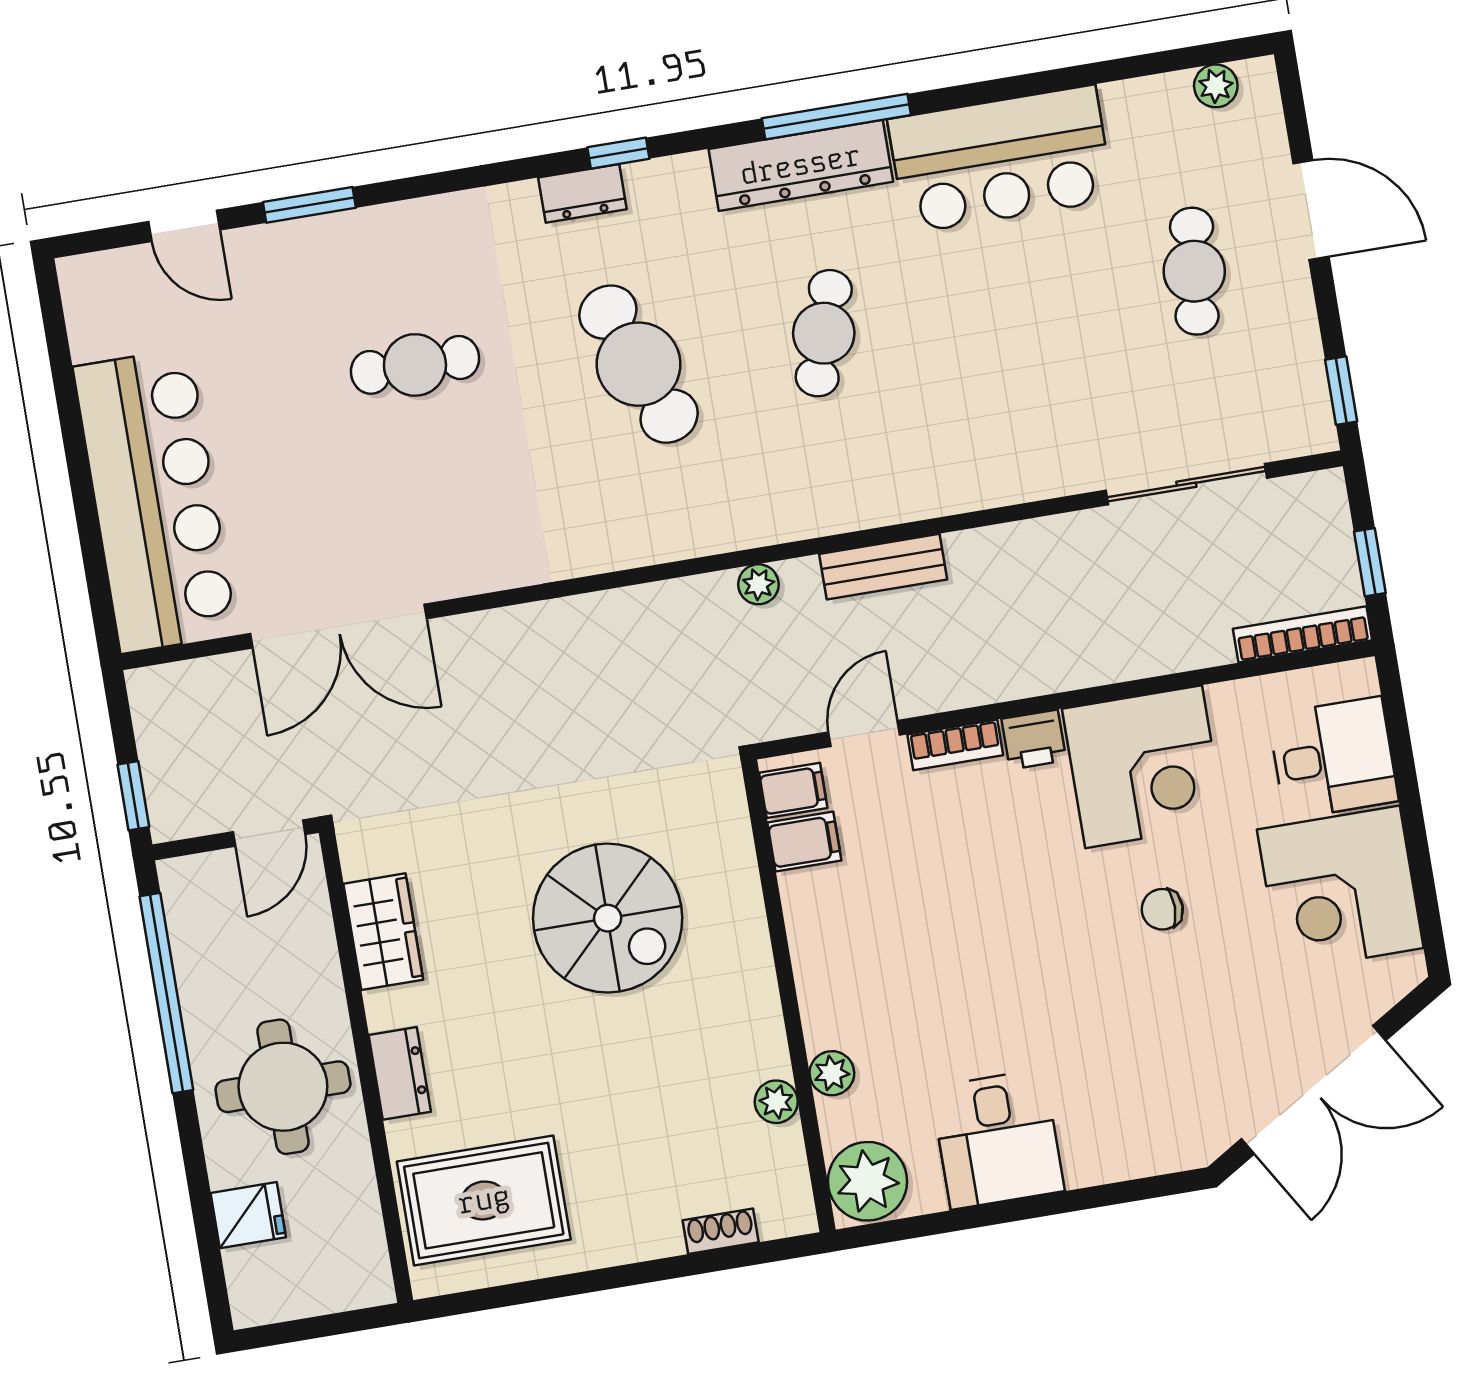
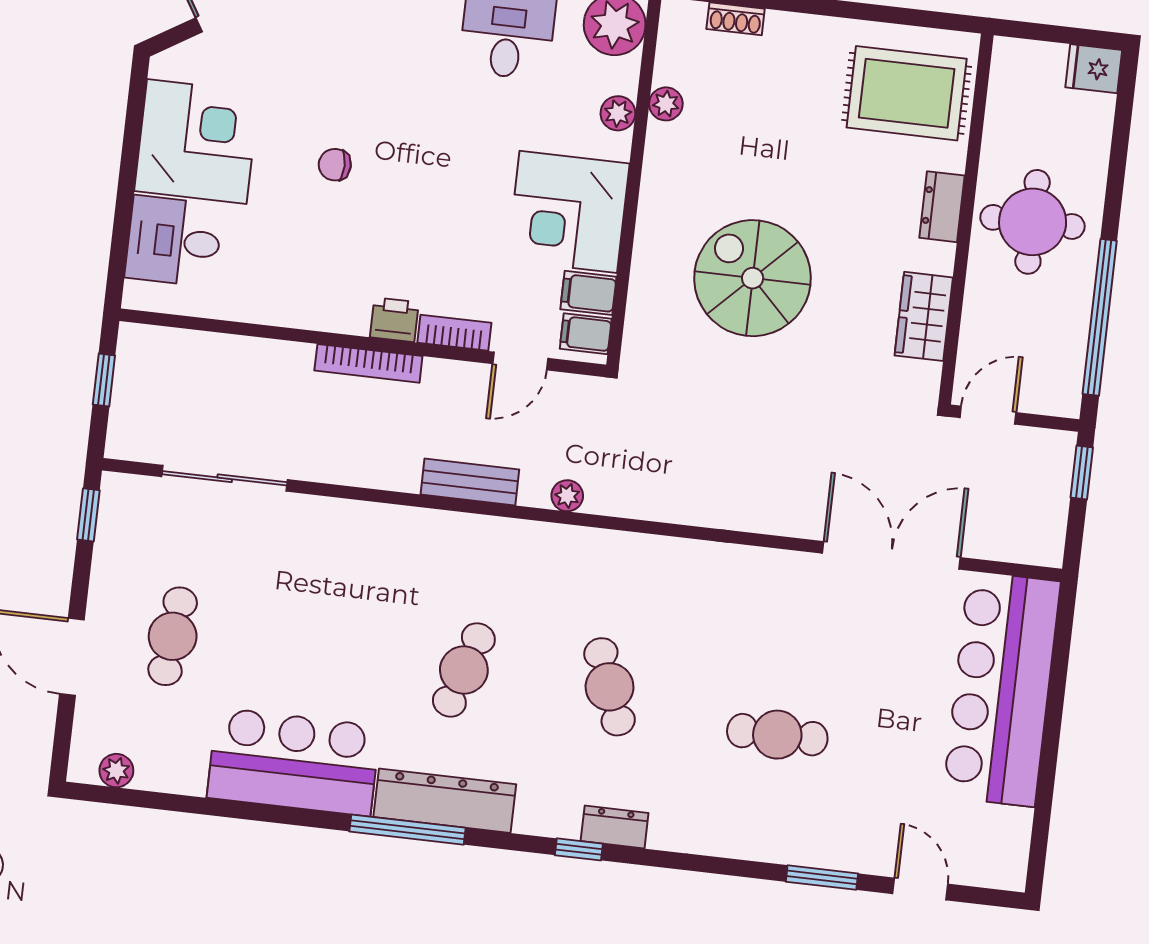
cafe table: (639, 364) -> (610, 687), width x0.73, depth x0.74
bookcase: (1303, 634) -> (368, 363), moved
corner desk: (1144, 767) -> (568, 212), moved, turned -90
chair: (1162, 909) -> (335, 165), turned 180
fridge: (248, 1215) -> (1094, 69), moved

